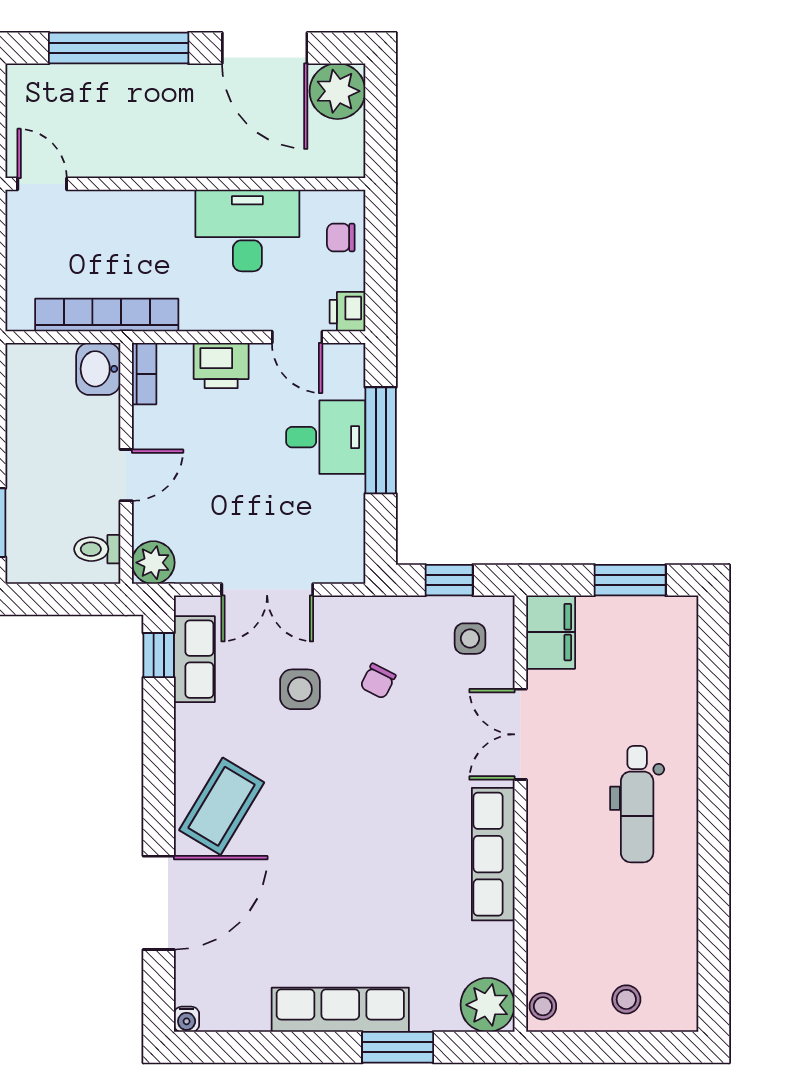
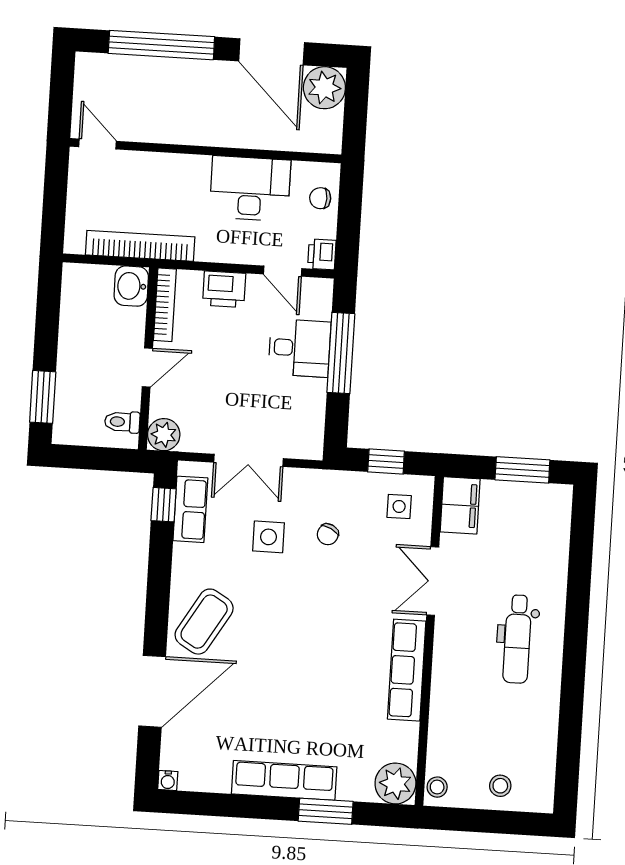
bookcase: (144, 374) -> (165, 305), width x1.56

